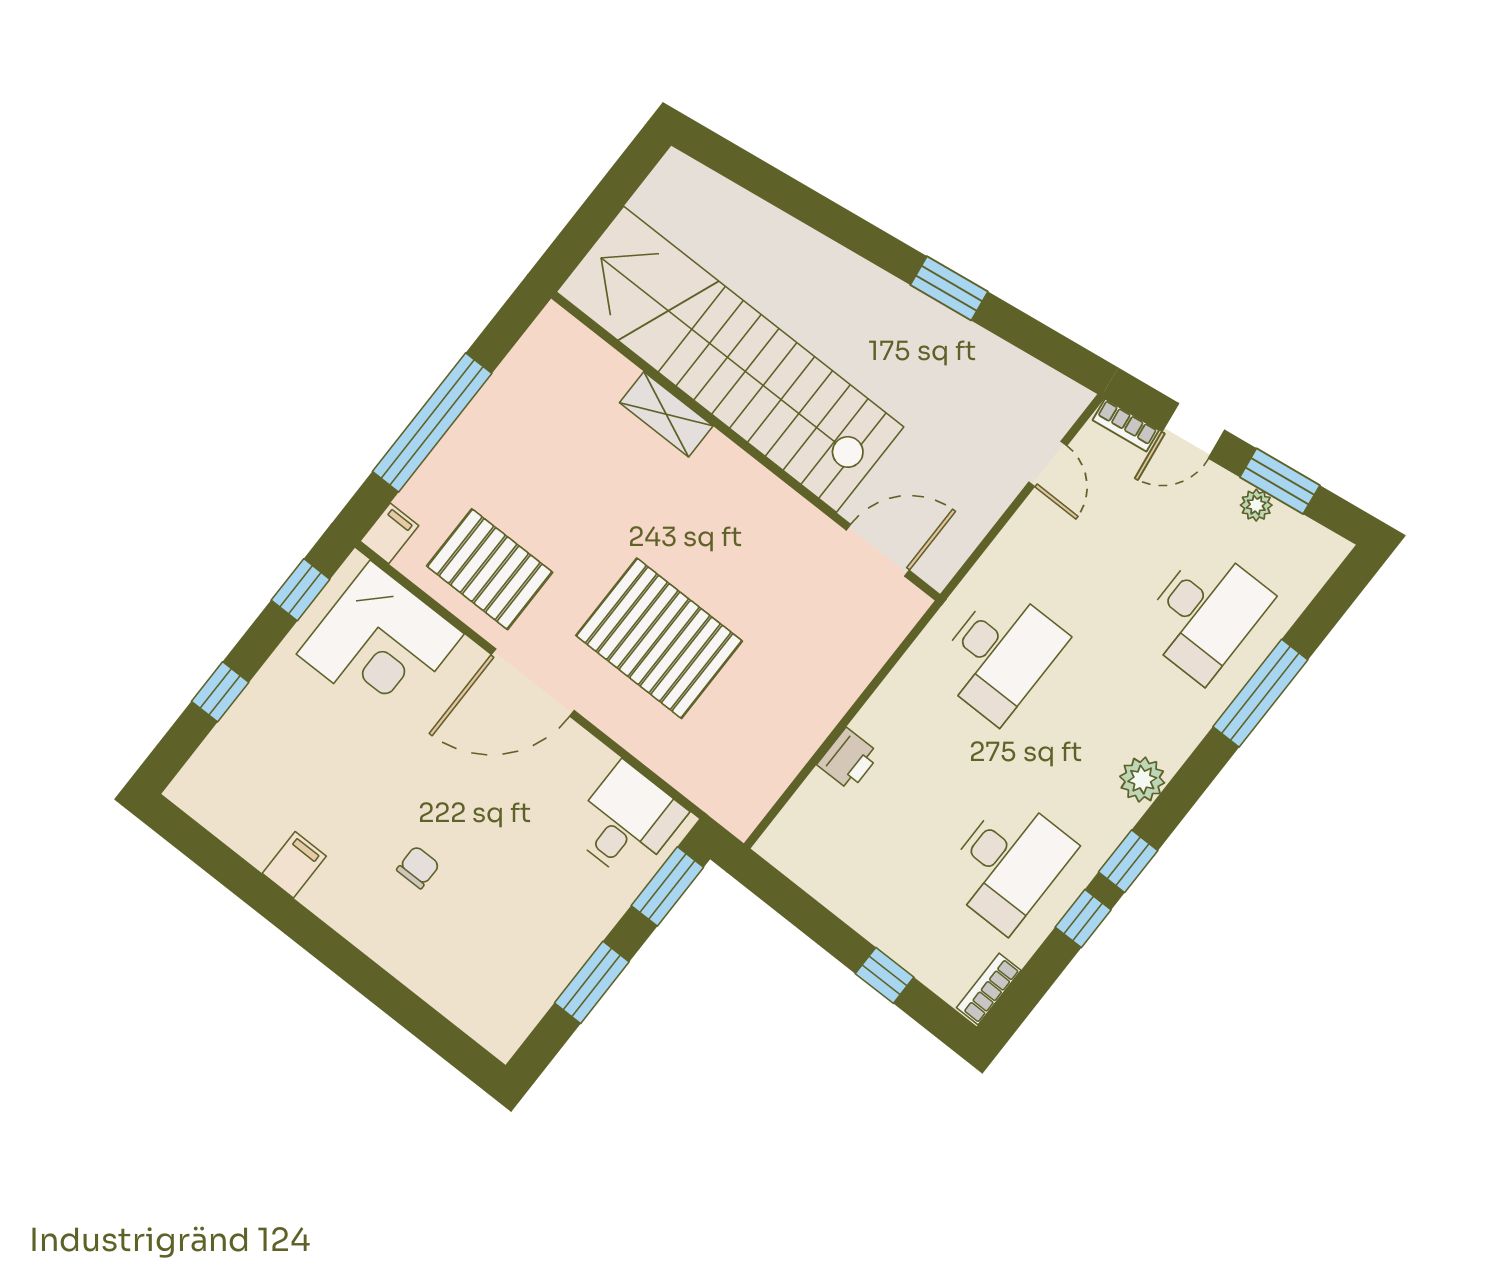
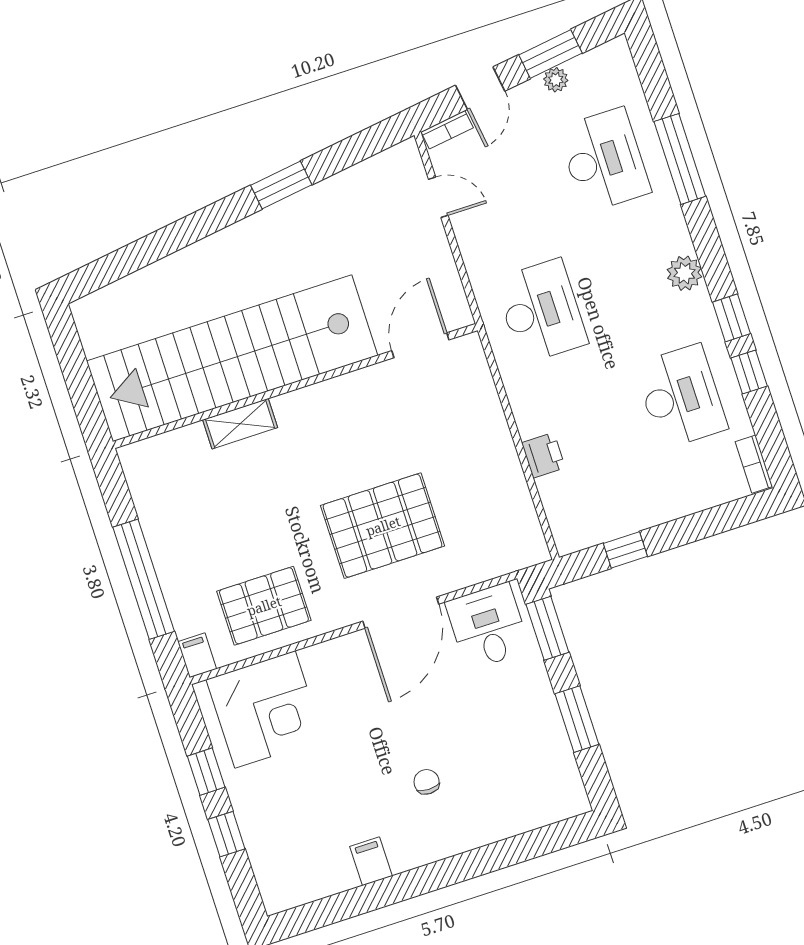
window: (301, 590) -> (206, 772), moved
door: (533, 683) -> (401, 613), moved
window: (885, 975) -> (625, 550), moved

